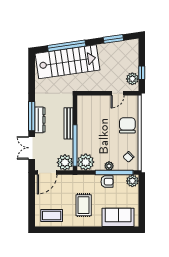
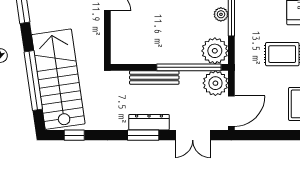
window: (32, 72) -> (74, 135), added
window: (32, 116) -> (143, 135), width x0.69
door: (47, 173) -> (231, 111), hinge flipped
armchair: (107, 182) -> (245, 18), removed

